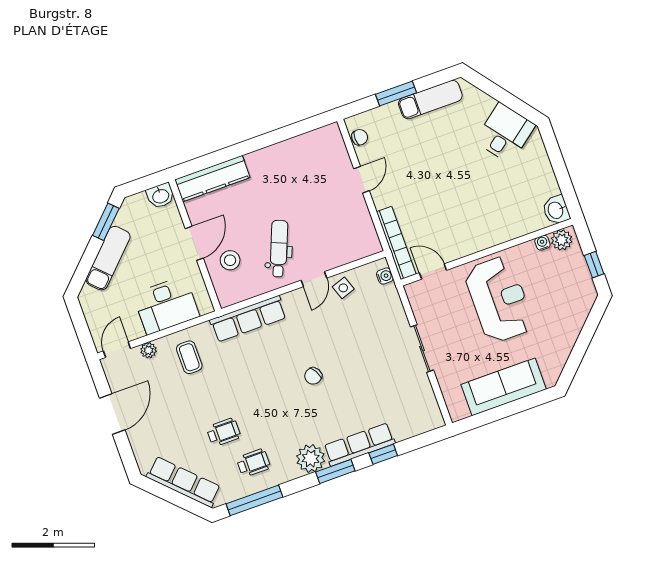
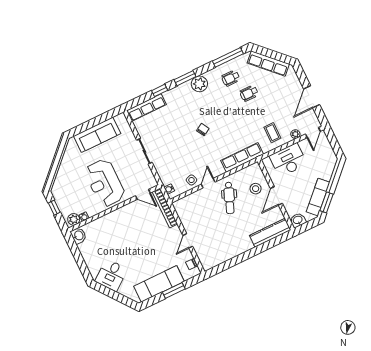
exam couch: (430, 100) -> (159, 284), width x1.36, depth x1.45
exam couch: (108, 258) -> (318, 197), moved
row of seats: (359, 444) -> (146, 107), moved

